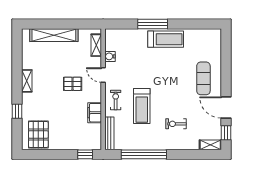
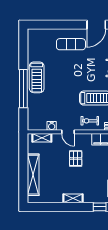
window: (153, 24) -> (23, 89), width x1.46
treadmill: (166, 39) -> (37, 77), turned 180
door: (103, 75) -> (68, 132), hinge flipped

